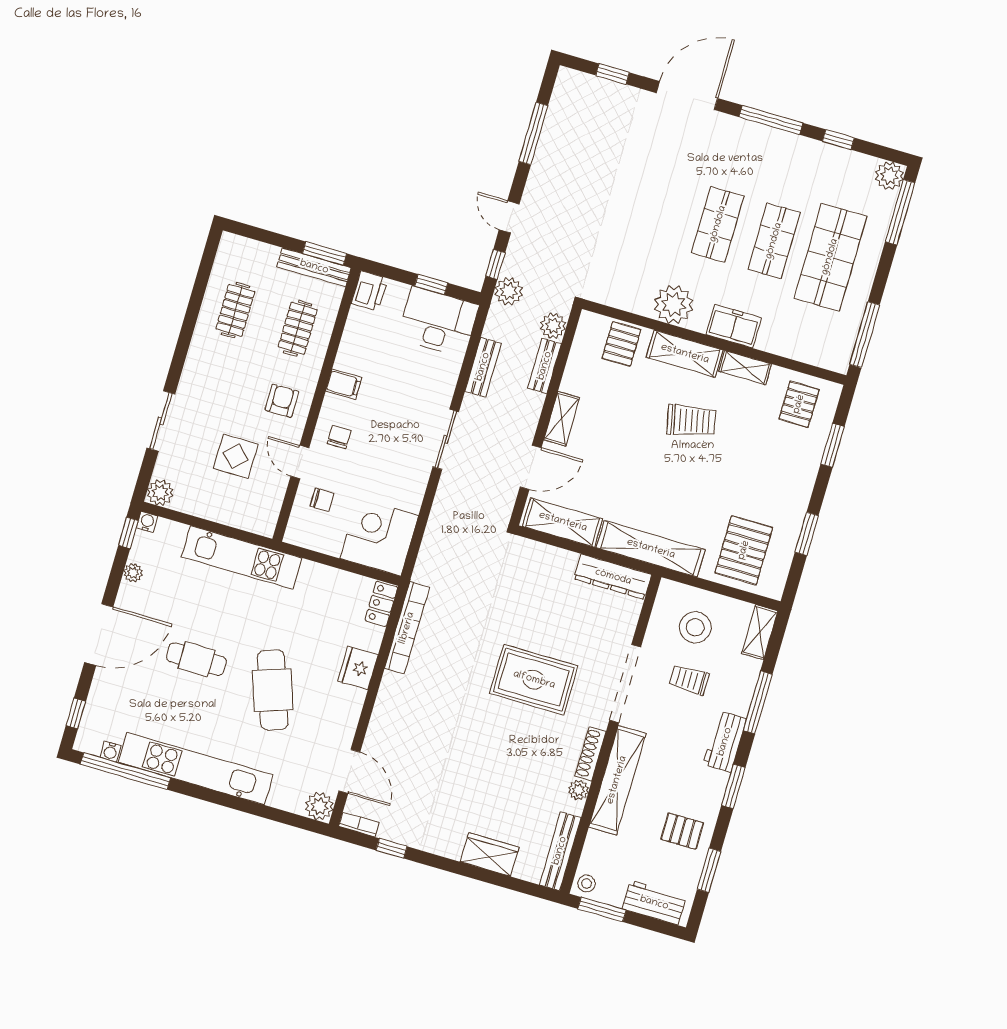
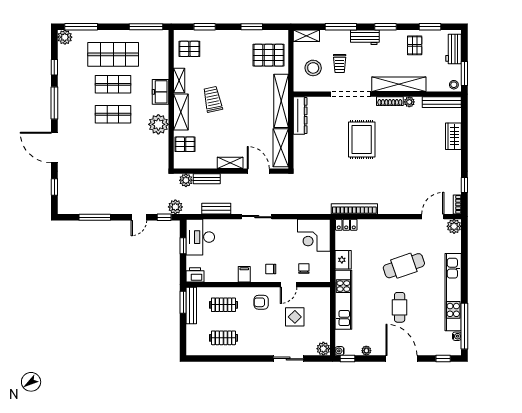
fridge: (358, 668) -> (343, 260), moved, turned -90

